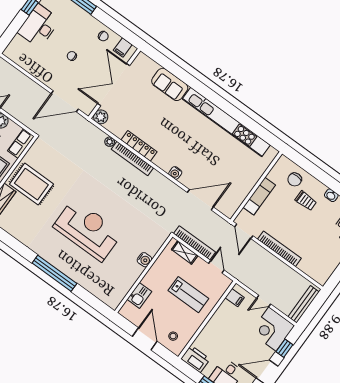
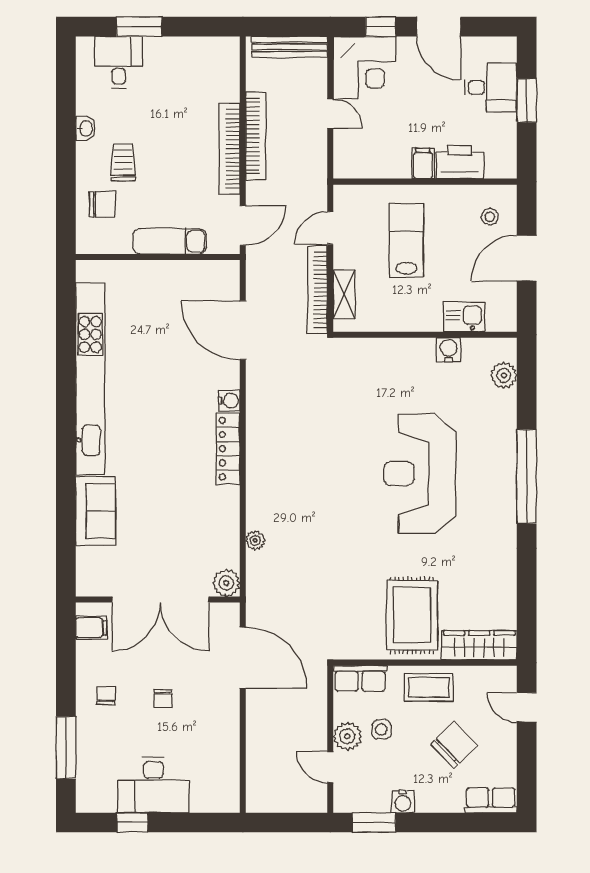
chair: (103, 36) -> (106, 695), moved
locker: (139, 146) -> (228, 449), moved
bookcase: (132, 159) -> (256, 136), moved
water cooler: (144, 260) -> (449, 350), moved
plant: (103, 294) -> (504, 375), added
filing cabinet: (235, 298) -> (423, 163), moved
printer: (195, 359) -> (460, 162), moved, turned 90

